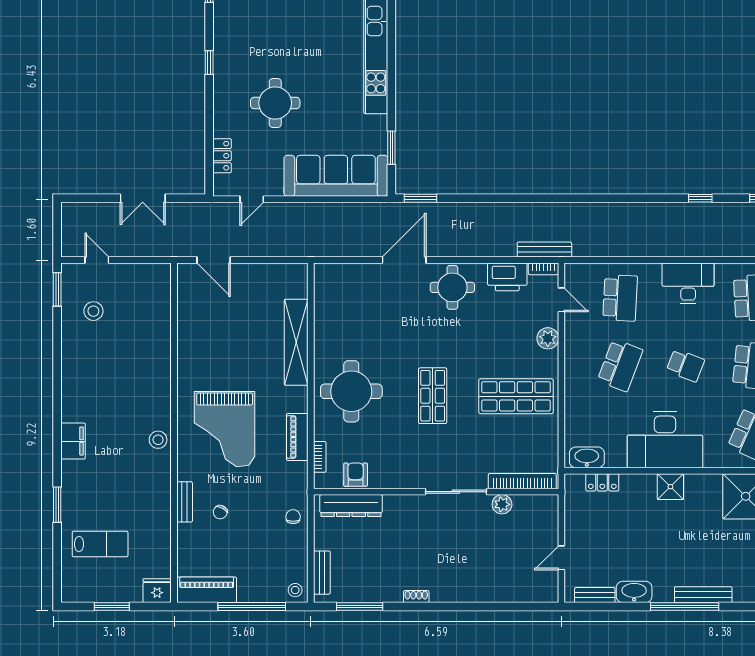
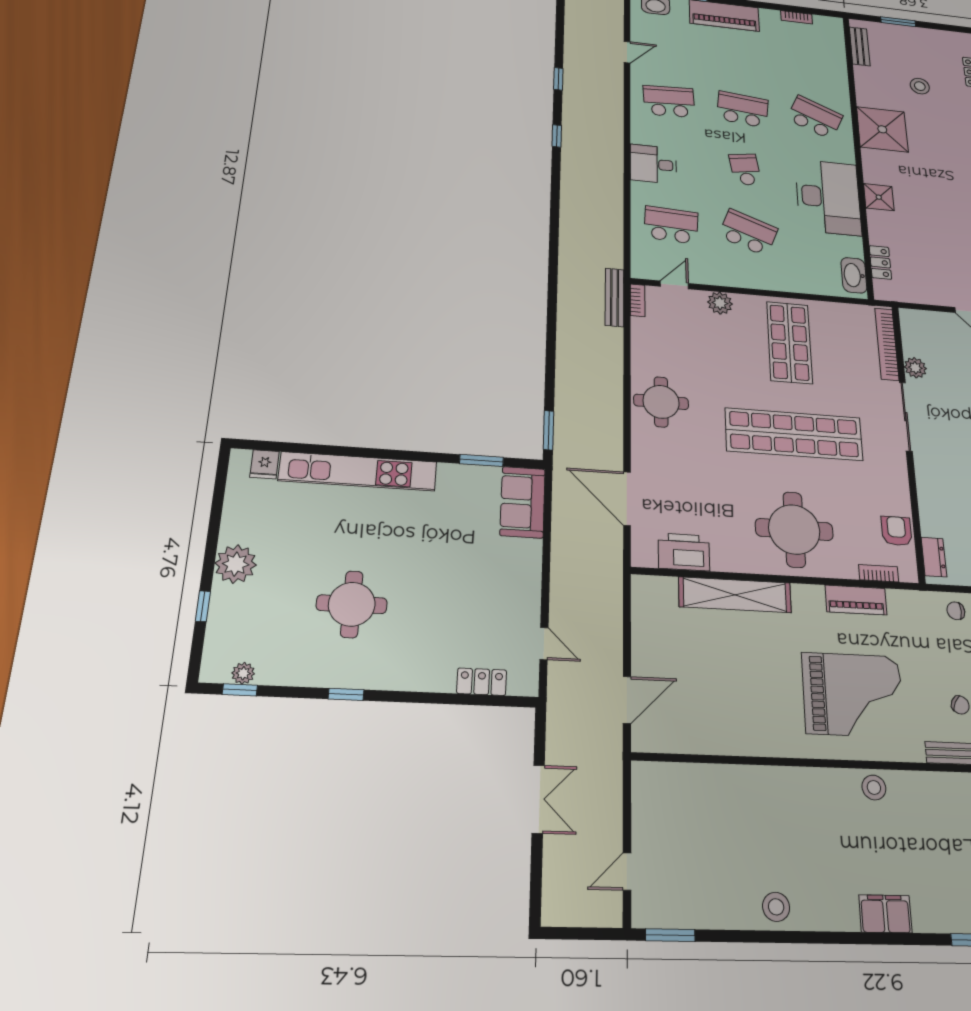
round table: (275, 103) -> (352, 604), moved
sofa: (336, 176) -> (523, 502), width x0.54, depth x0.79
door: (404, 260) -> (627, 499), moved
printer: (507, 277) -> (684, 552), moved, turned -90
desk: (688, 283) -> (653, 164), width x0.73
stool: (93, 311) -> (776, 907), moved
school desk: (685, 365) -> (745, 169), turned -30
shop shelf: (433, 396) -> (794, 434), width x2.00, depth x1.36
armchair: (356, 475) -> (897, 531), turned 90
dresser: (351, 506) -> (934, 557), width x0.51, depth x0.80

